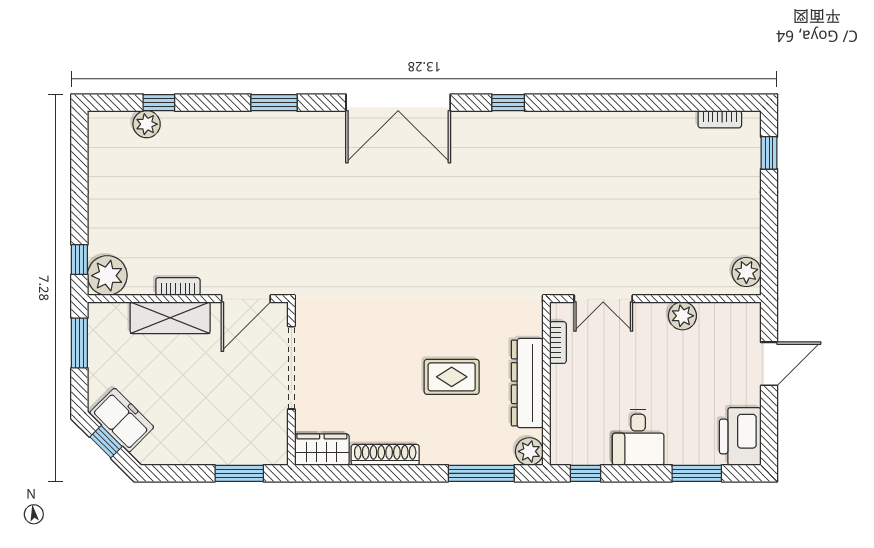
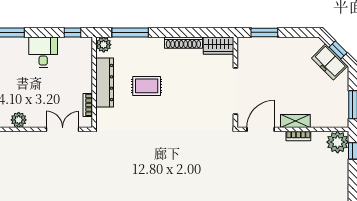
shelving: (170, 318) -> (295, 121), width x0.67, depth x0.75

